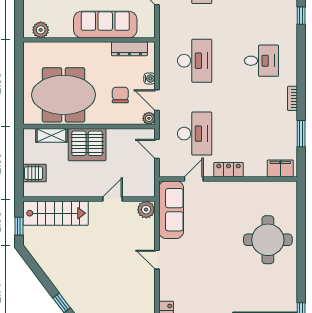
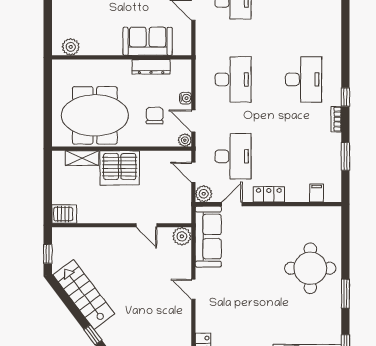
window: (301, 16) -> (345, 97), moved
sofa: (105, 25) -> (148, 41), width x0.73
dresser: (129, 49) -> (151, 67), moved
desk: (261, 61) -> (304, 79), width x1.37
filing cabinet: (280, 168) -> (317, 193), width x0.50
plant: (167, 169) -> (204, 194), added
server rack: (35, 173) -> (64, 214), moved
door: (113, 199) -> (147, 225), swing flipped
stairs: (56, 213) -> (84, 294), moved, turned -127
window: (301, 264) -> (345, 294), added

